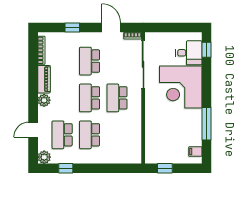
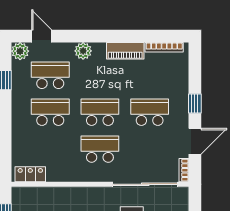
window: (72, 28) -> (195, 104), moved
plant: (44, 100) -> (83, 51), moved
door: (33, 130) -> (42, 36), moved
locker: (136, 150) -> (30, 174), added

